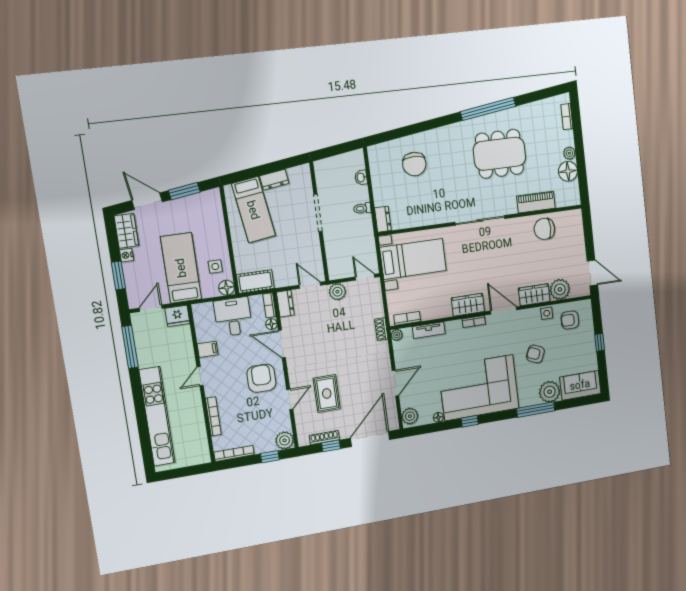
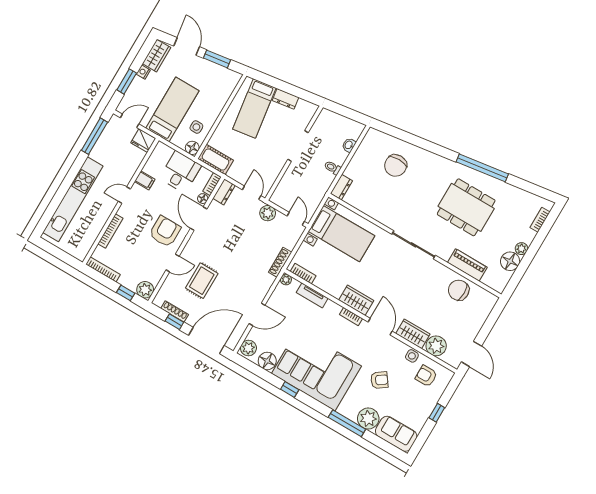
shoe rack: (381, 329) -> (280, 262), width x1.43
armchair: (535, 354) -> (379, 380), turned 122
floor lamp: (438, 417) -> (267, 361), width x1.89, depth x1.89

